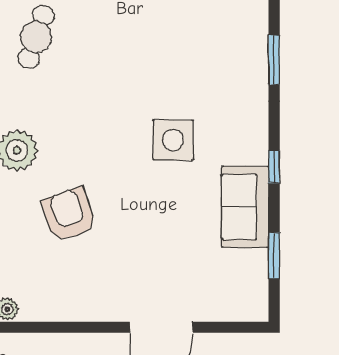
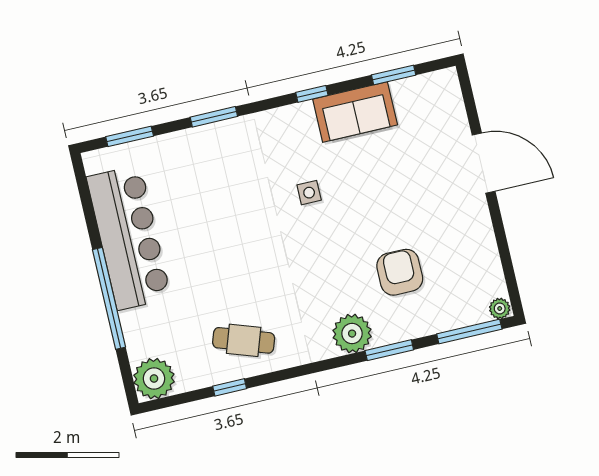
side table: (173, 140) -> (309, 193), width x0.54, depth x0.54
armchair: (69, 214) -> (400, 272), turned 110

